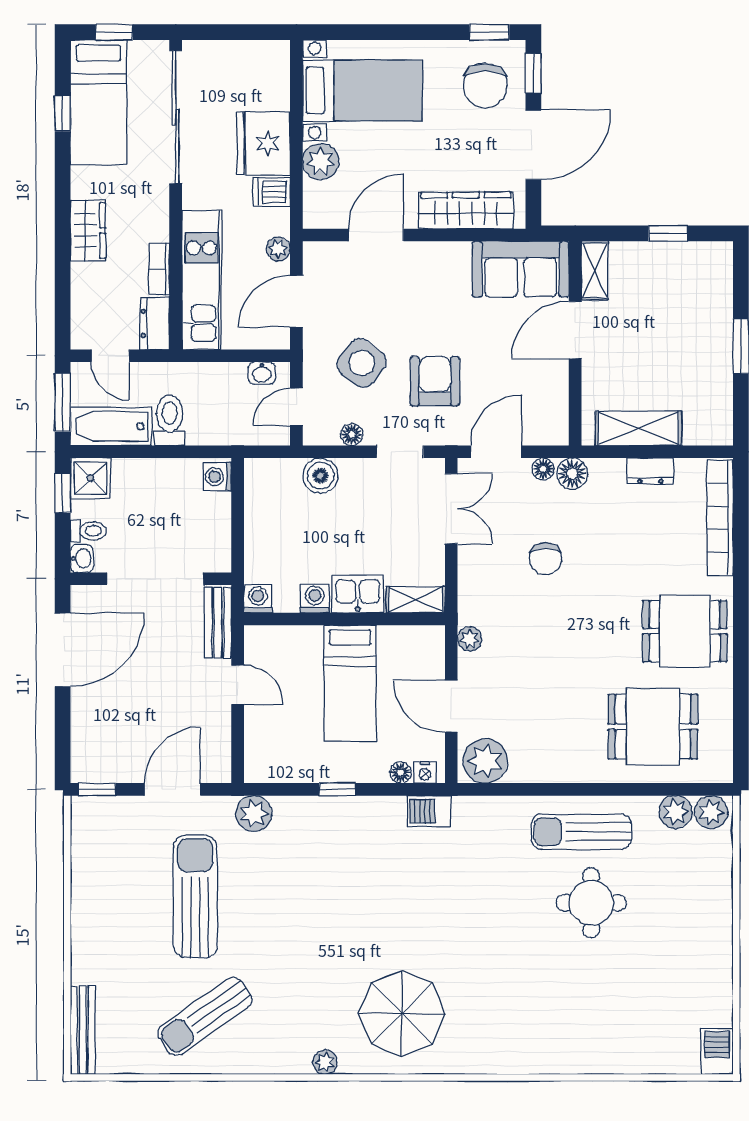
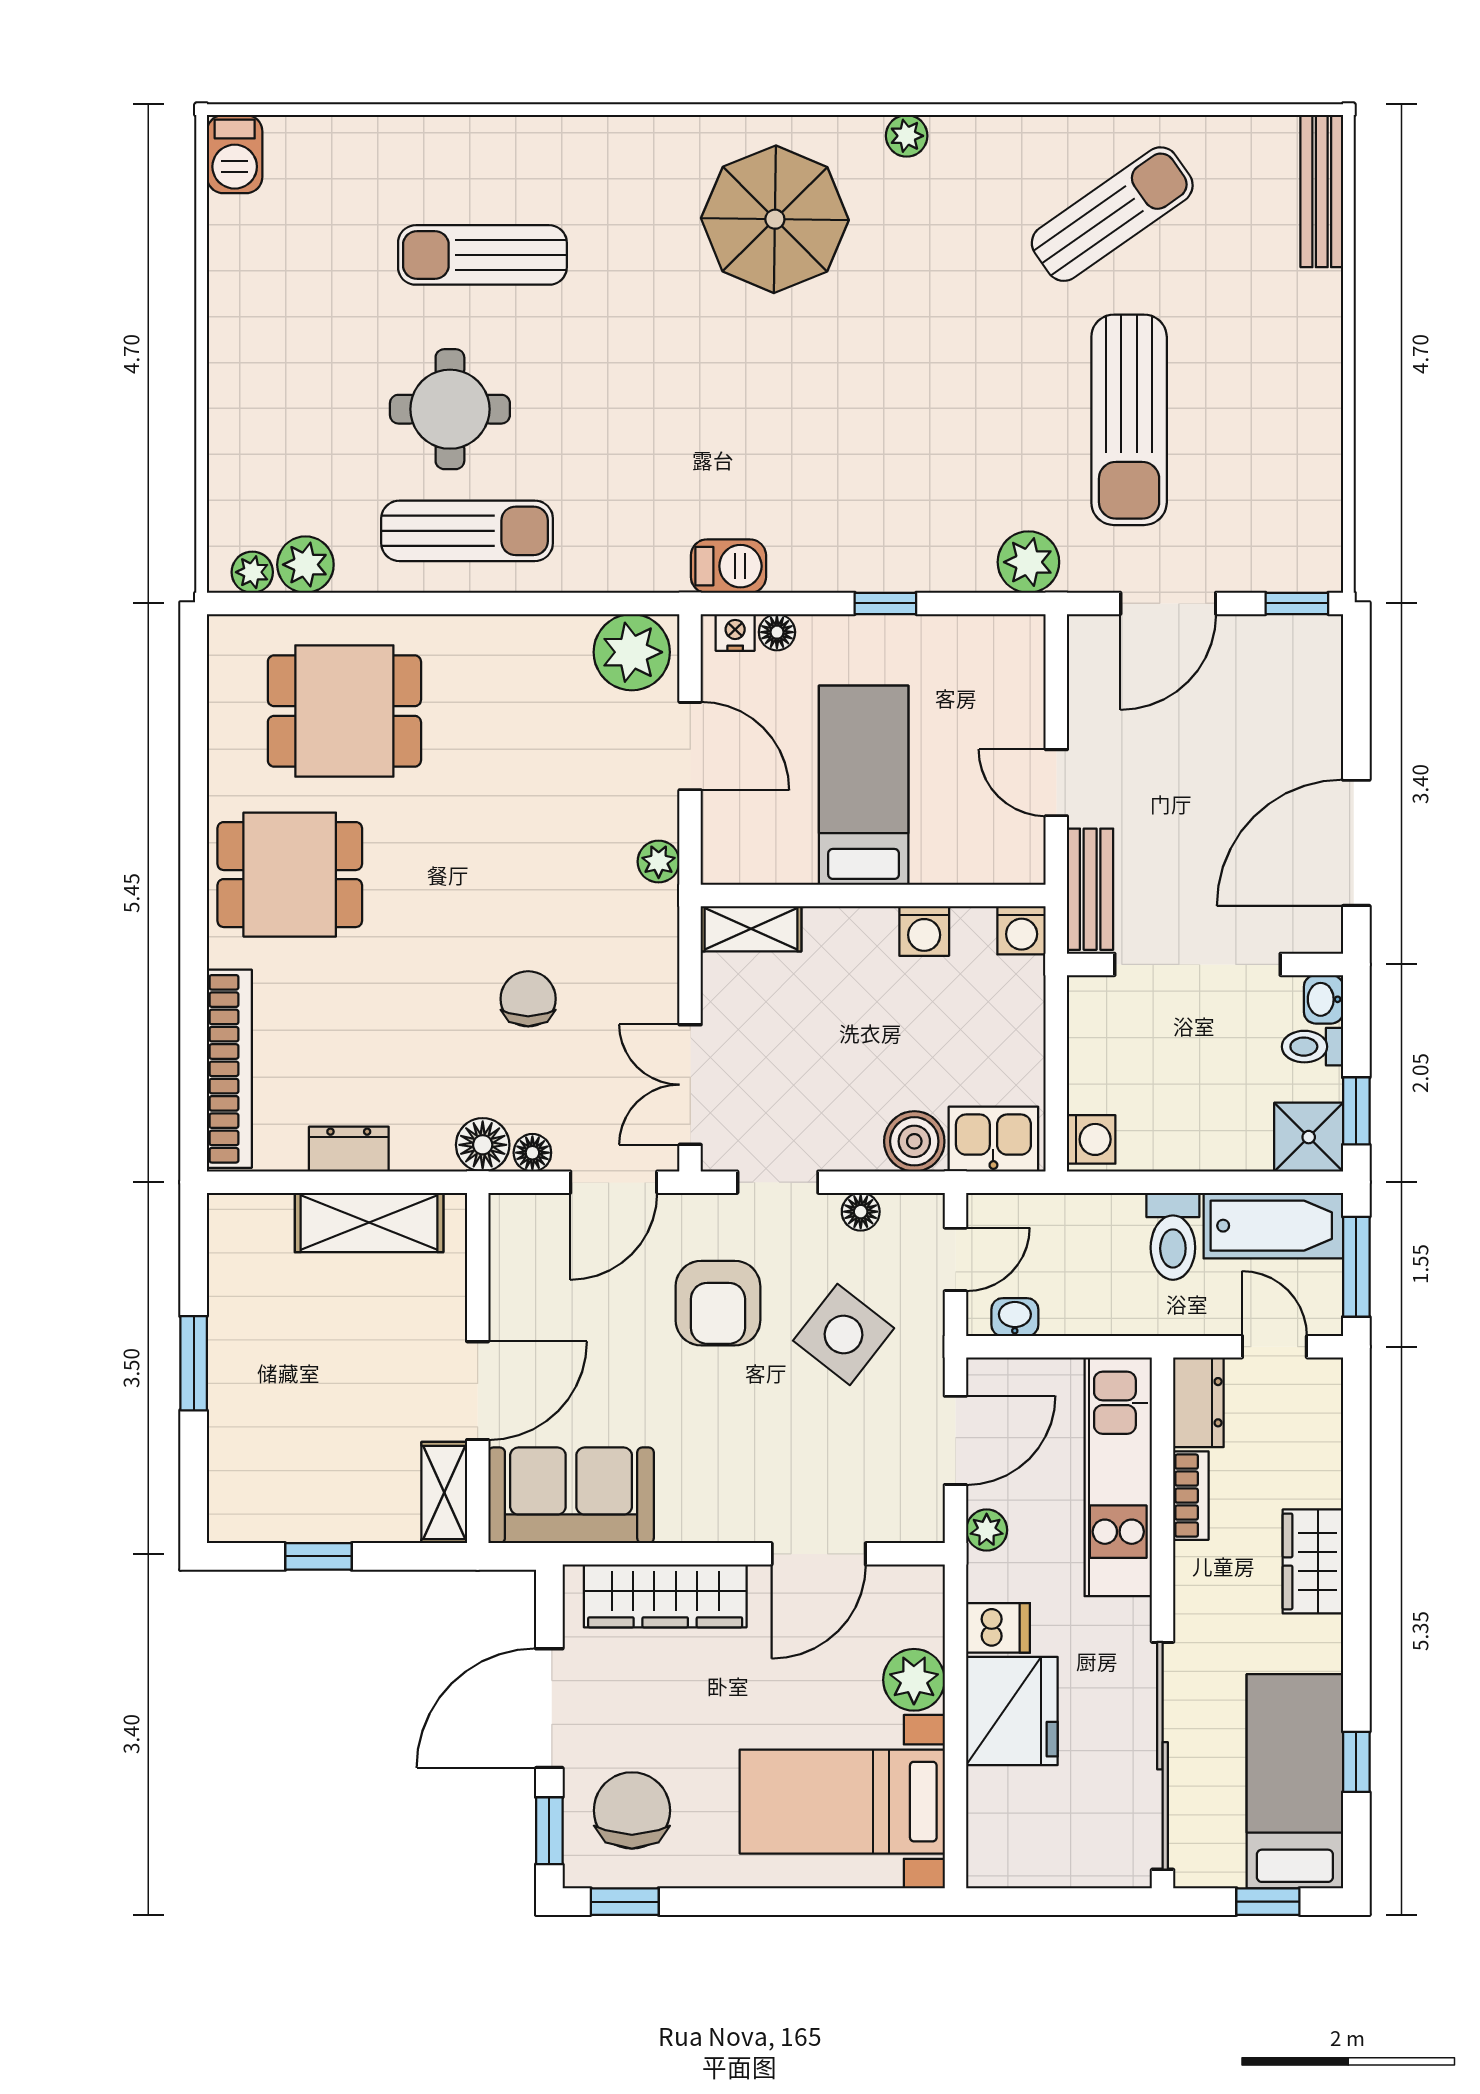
kitchen sink: (358, 594) -> (993, 1139), moved, turned 180
plant: (711, 812) -> (252, 572), width x0.73, depth x0.73
sun lounger: (572, 993) -> (482, 255), added

